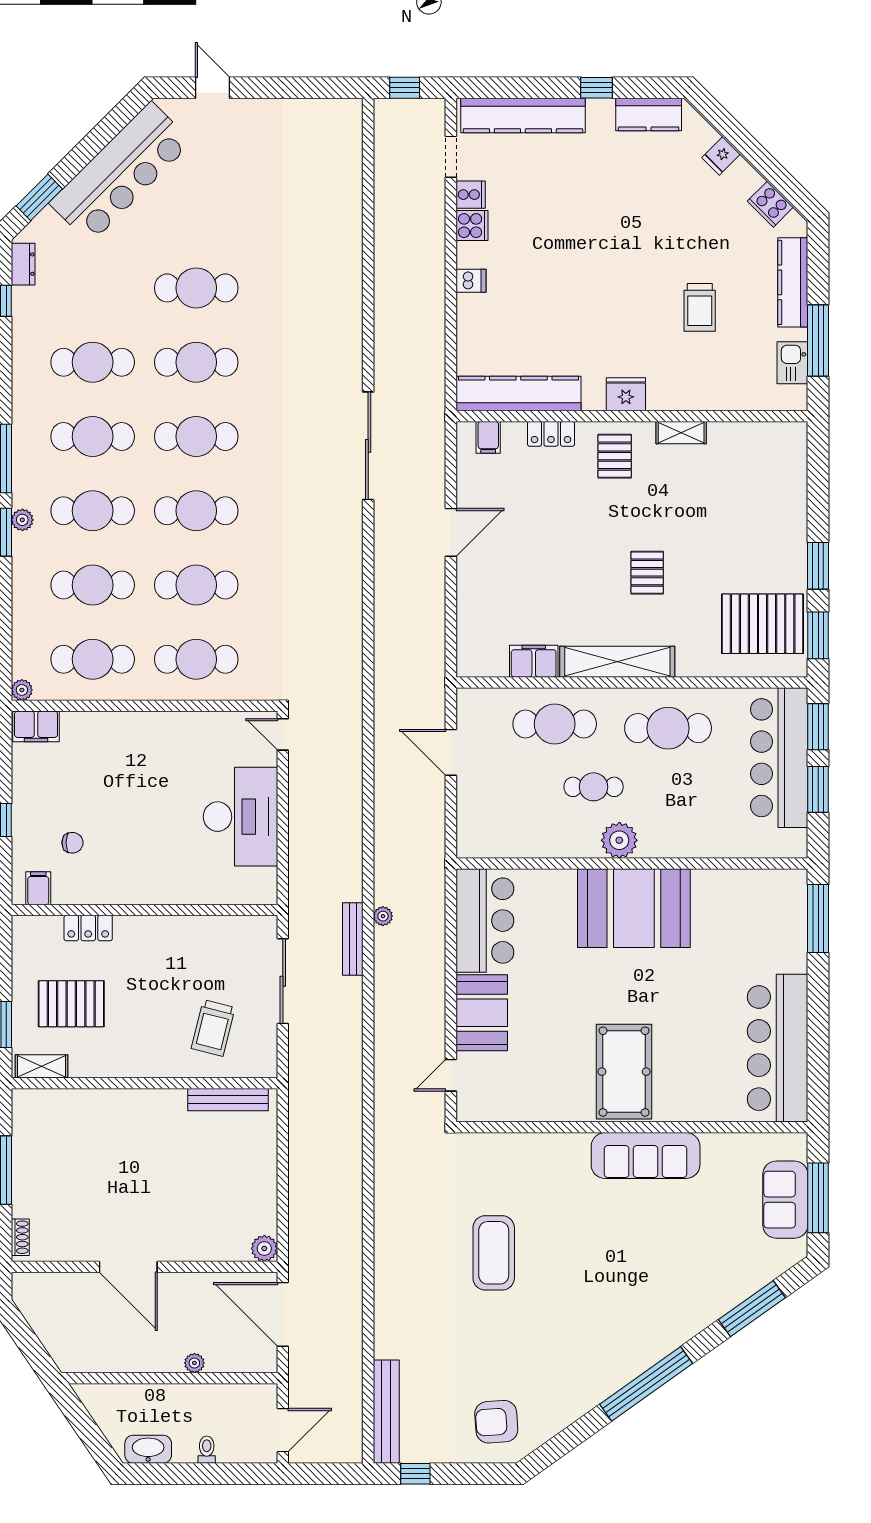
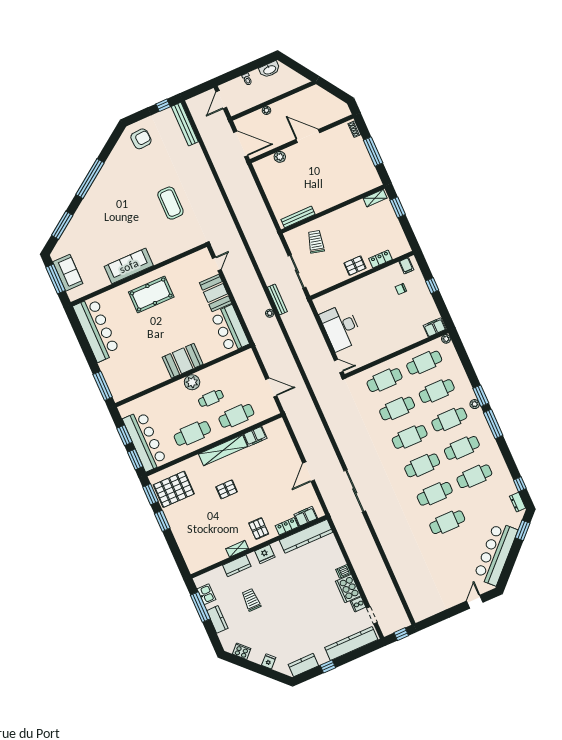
door: (213, 88) -> (475, 602), swing flipped
cooker: (472, 226) -> (348, 588), width x1.87, depth x1.31
kitchen counter: (793, 282) -> (217, 619), width x0.67
kitchen counter: (698, 396) -> (237, 566), added
filing cabinet: (488, 437) -> (306, 516), width x2.00
pallet: (647, 573) -> (227, 489), turned 90
booth: (634, 908) -> (183, 361), width x0.73, depth x0.70
pallet: (71, 1004) -> (355, 266), moved, width x0.67, depth x0.71
pool table: (624, 1072) -> (151, 294), turned 90
plant: (264, 1248) -> (280, 157), moved

